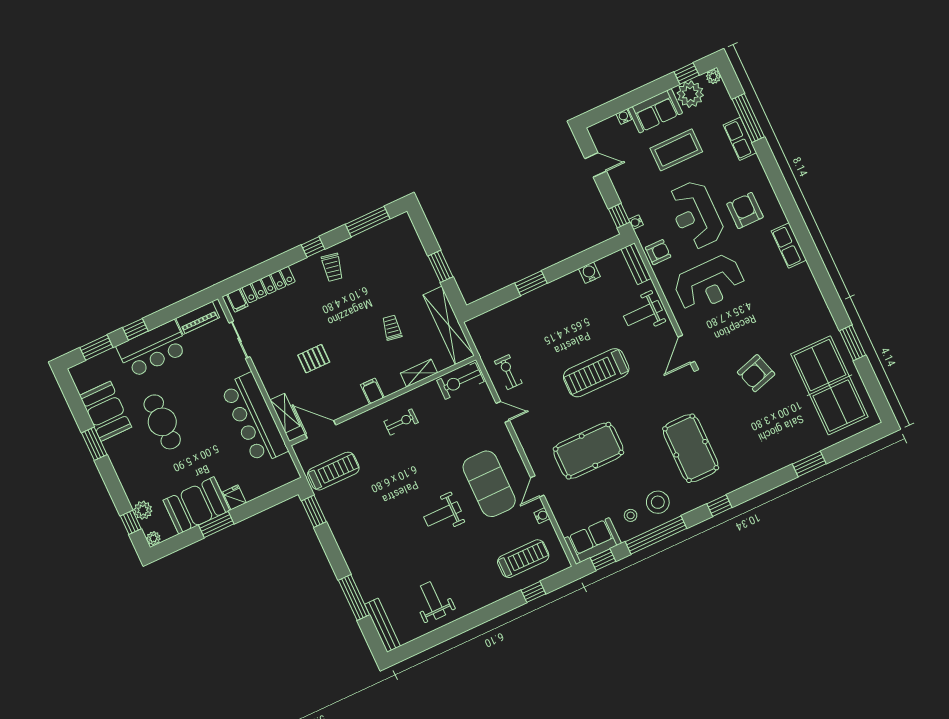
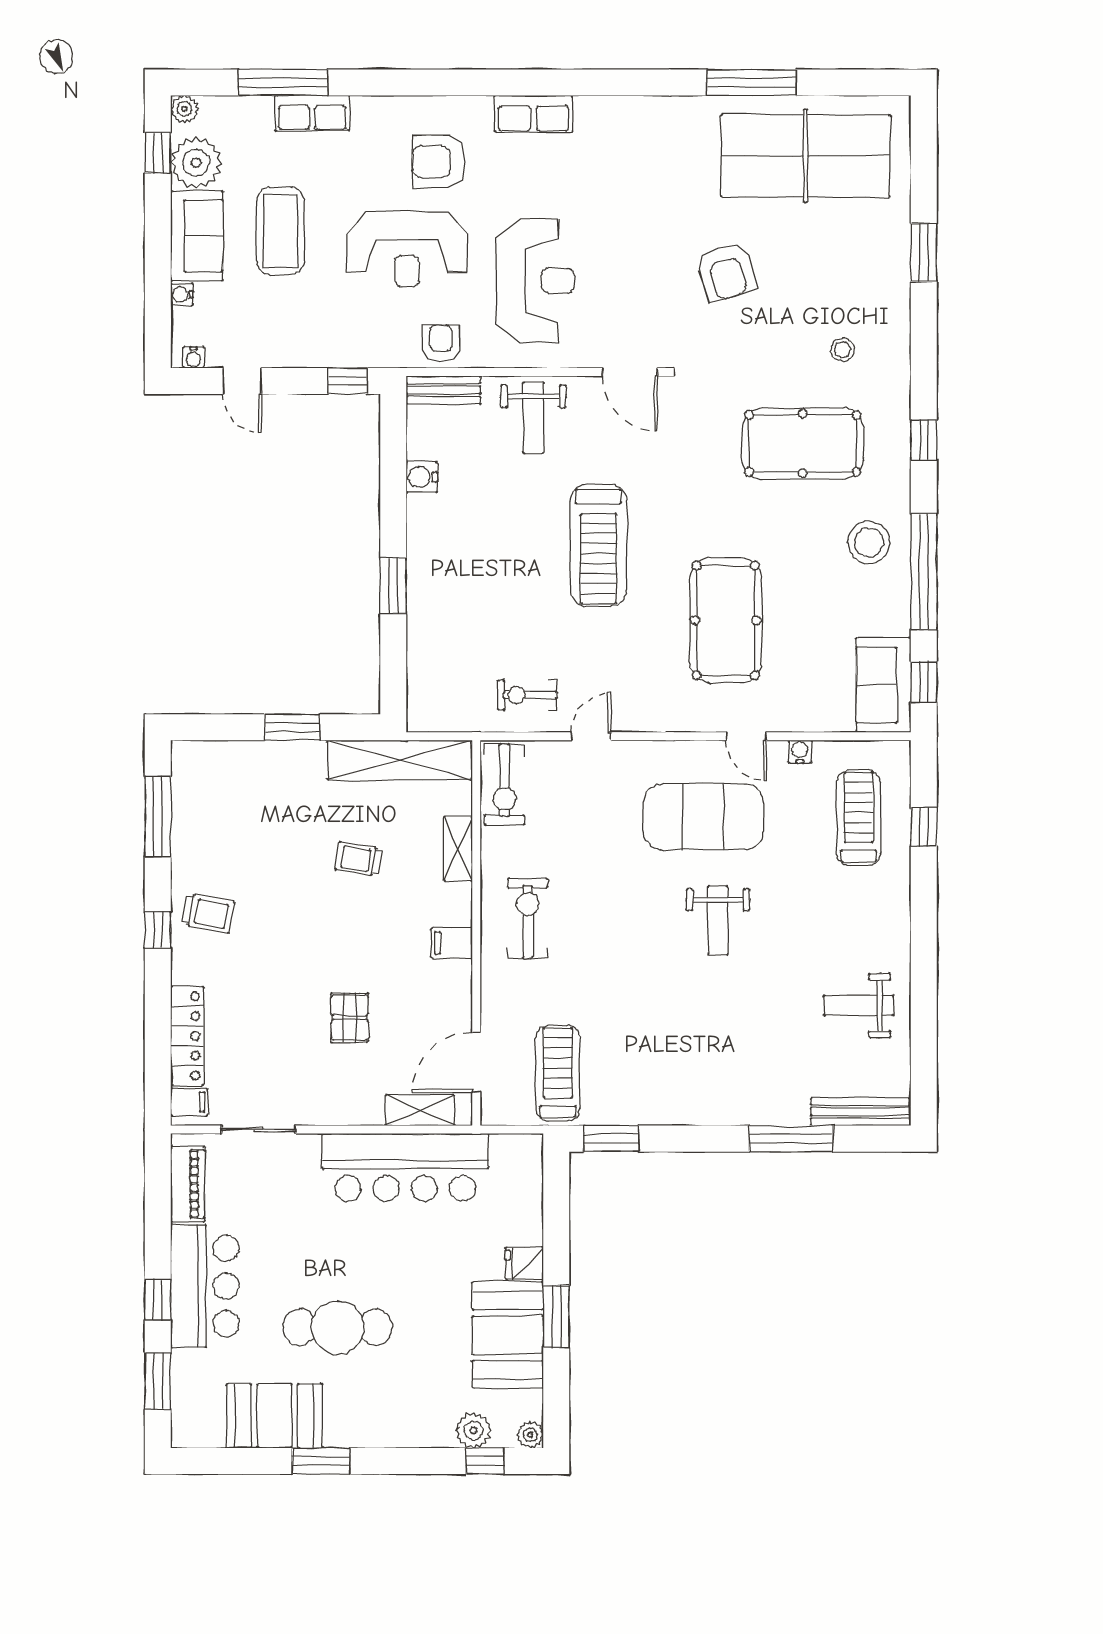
door: (596, 165) -> (242, 381), swing flipped
water cooler: (636, 222) -> (194, 357), moved
window: (853, 343) -> (751, 82), width x1.44
exercise bike: (401, 422) -> (528, 918), width x1.38, depth x1.39
stool: (631, 515) -> (842, 350), moved

